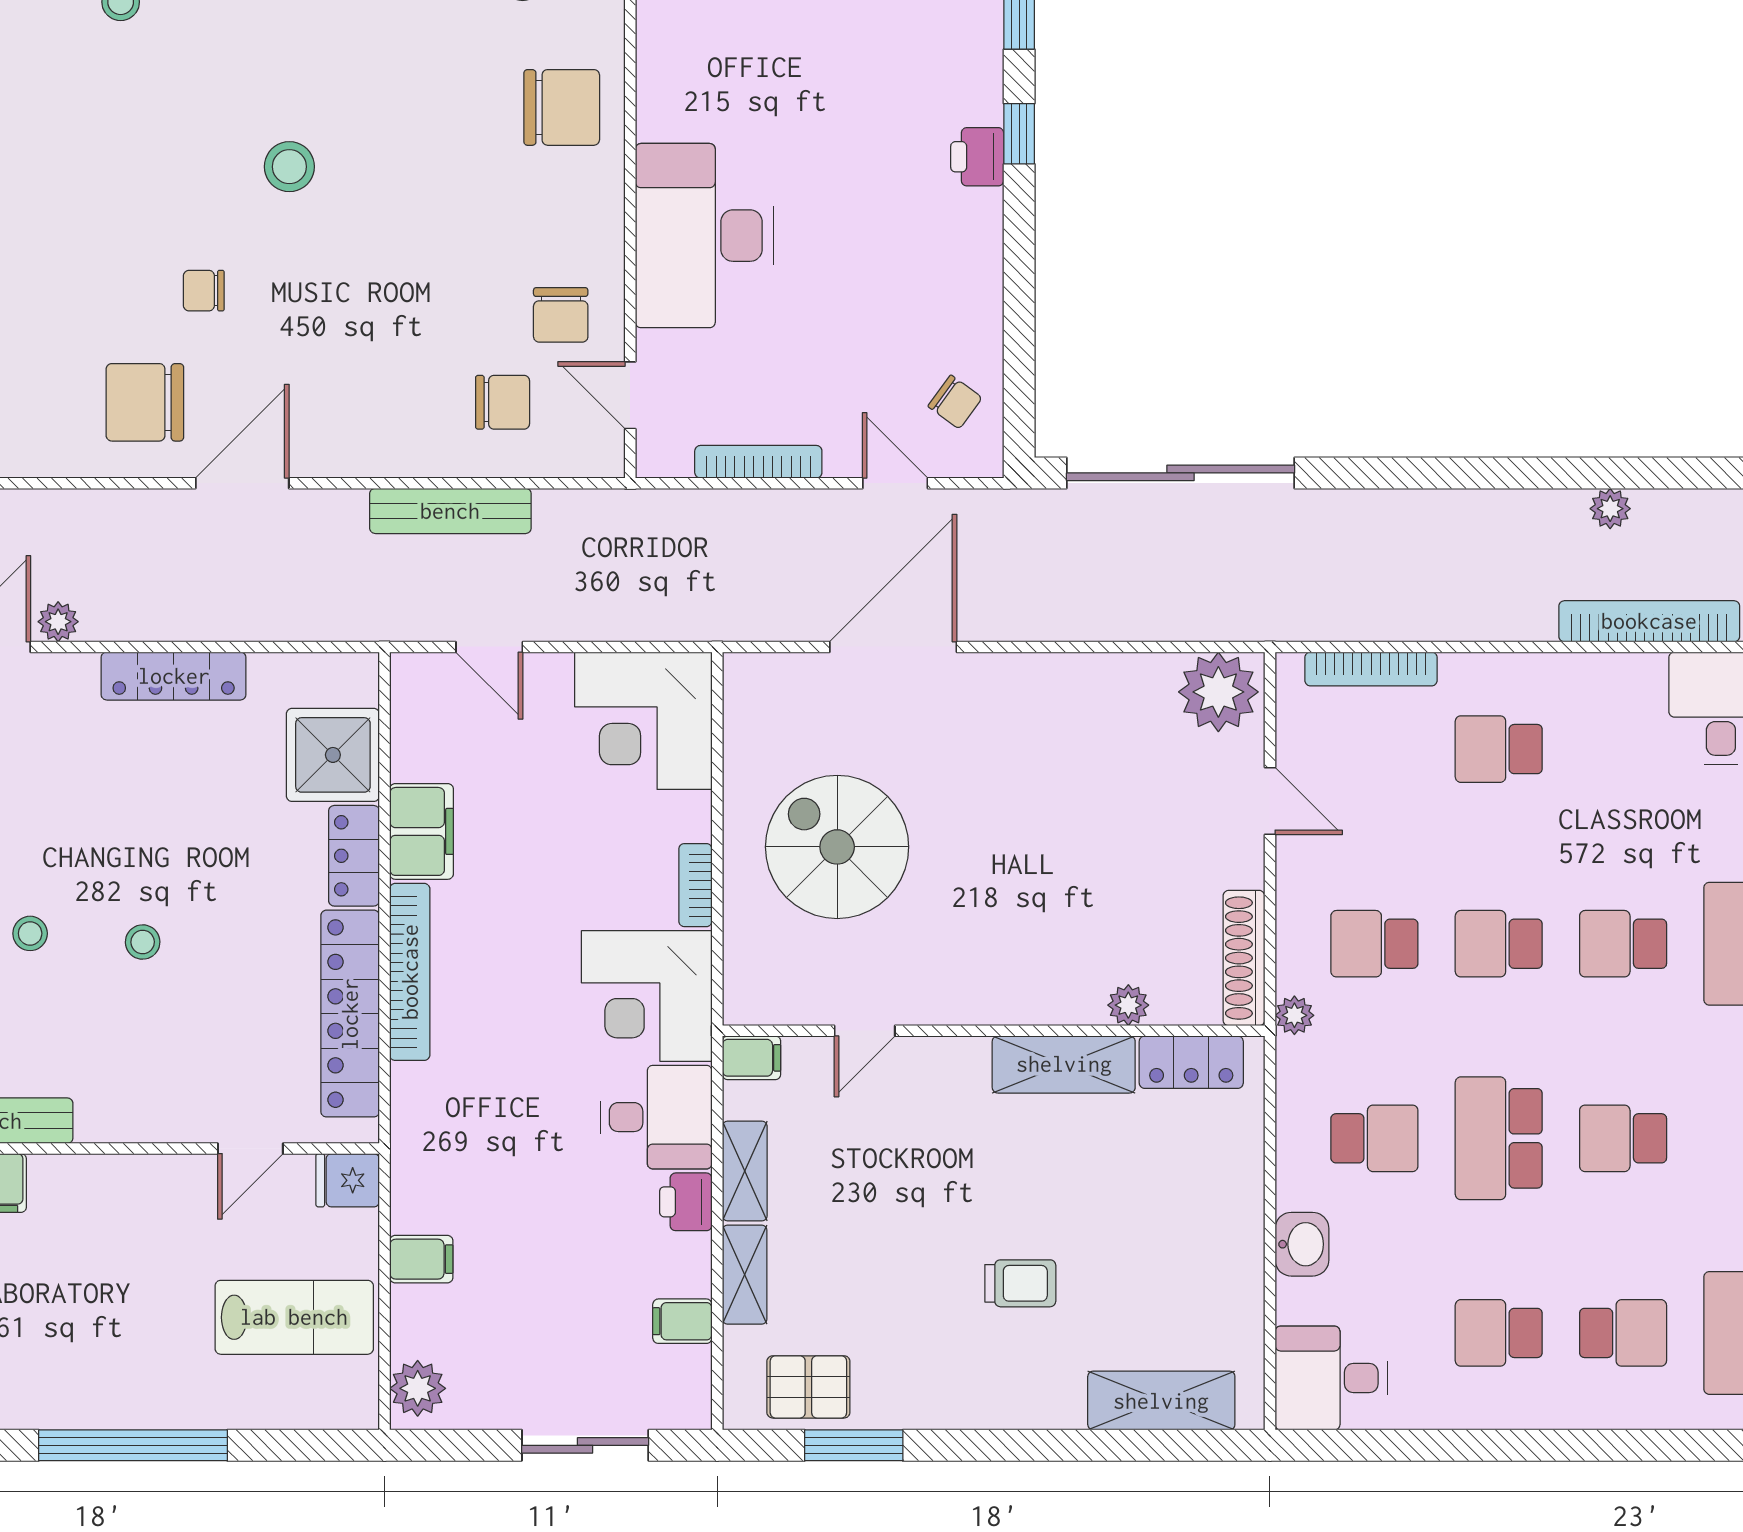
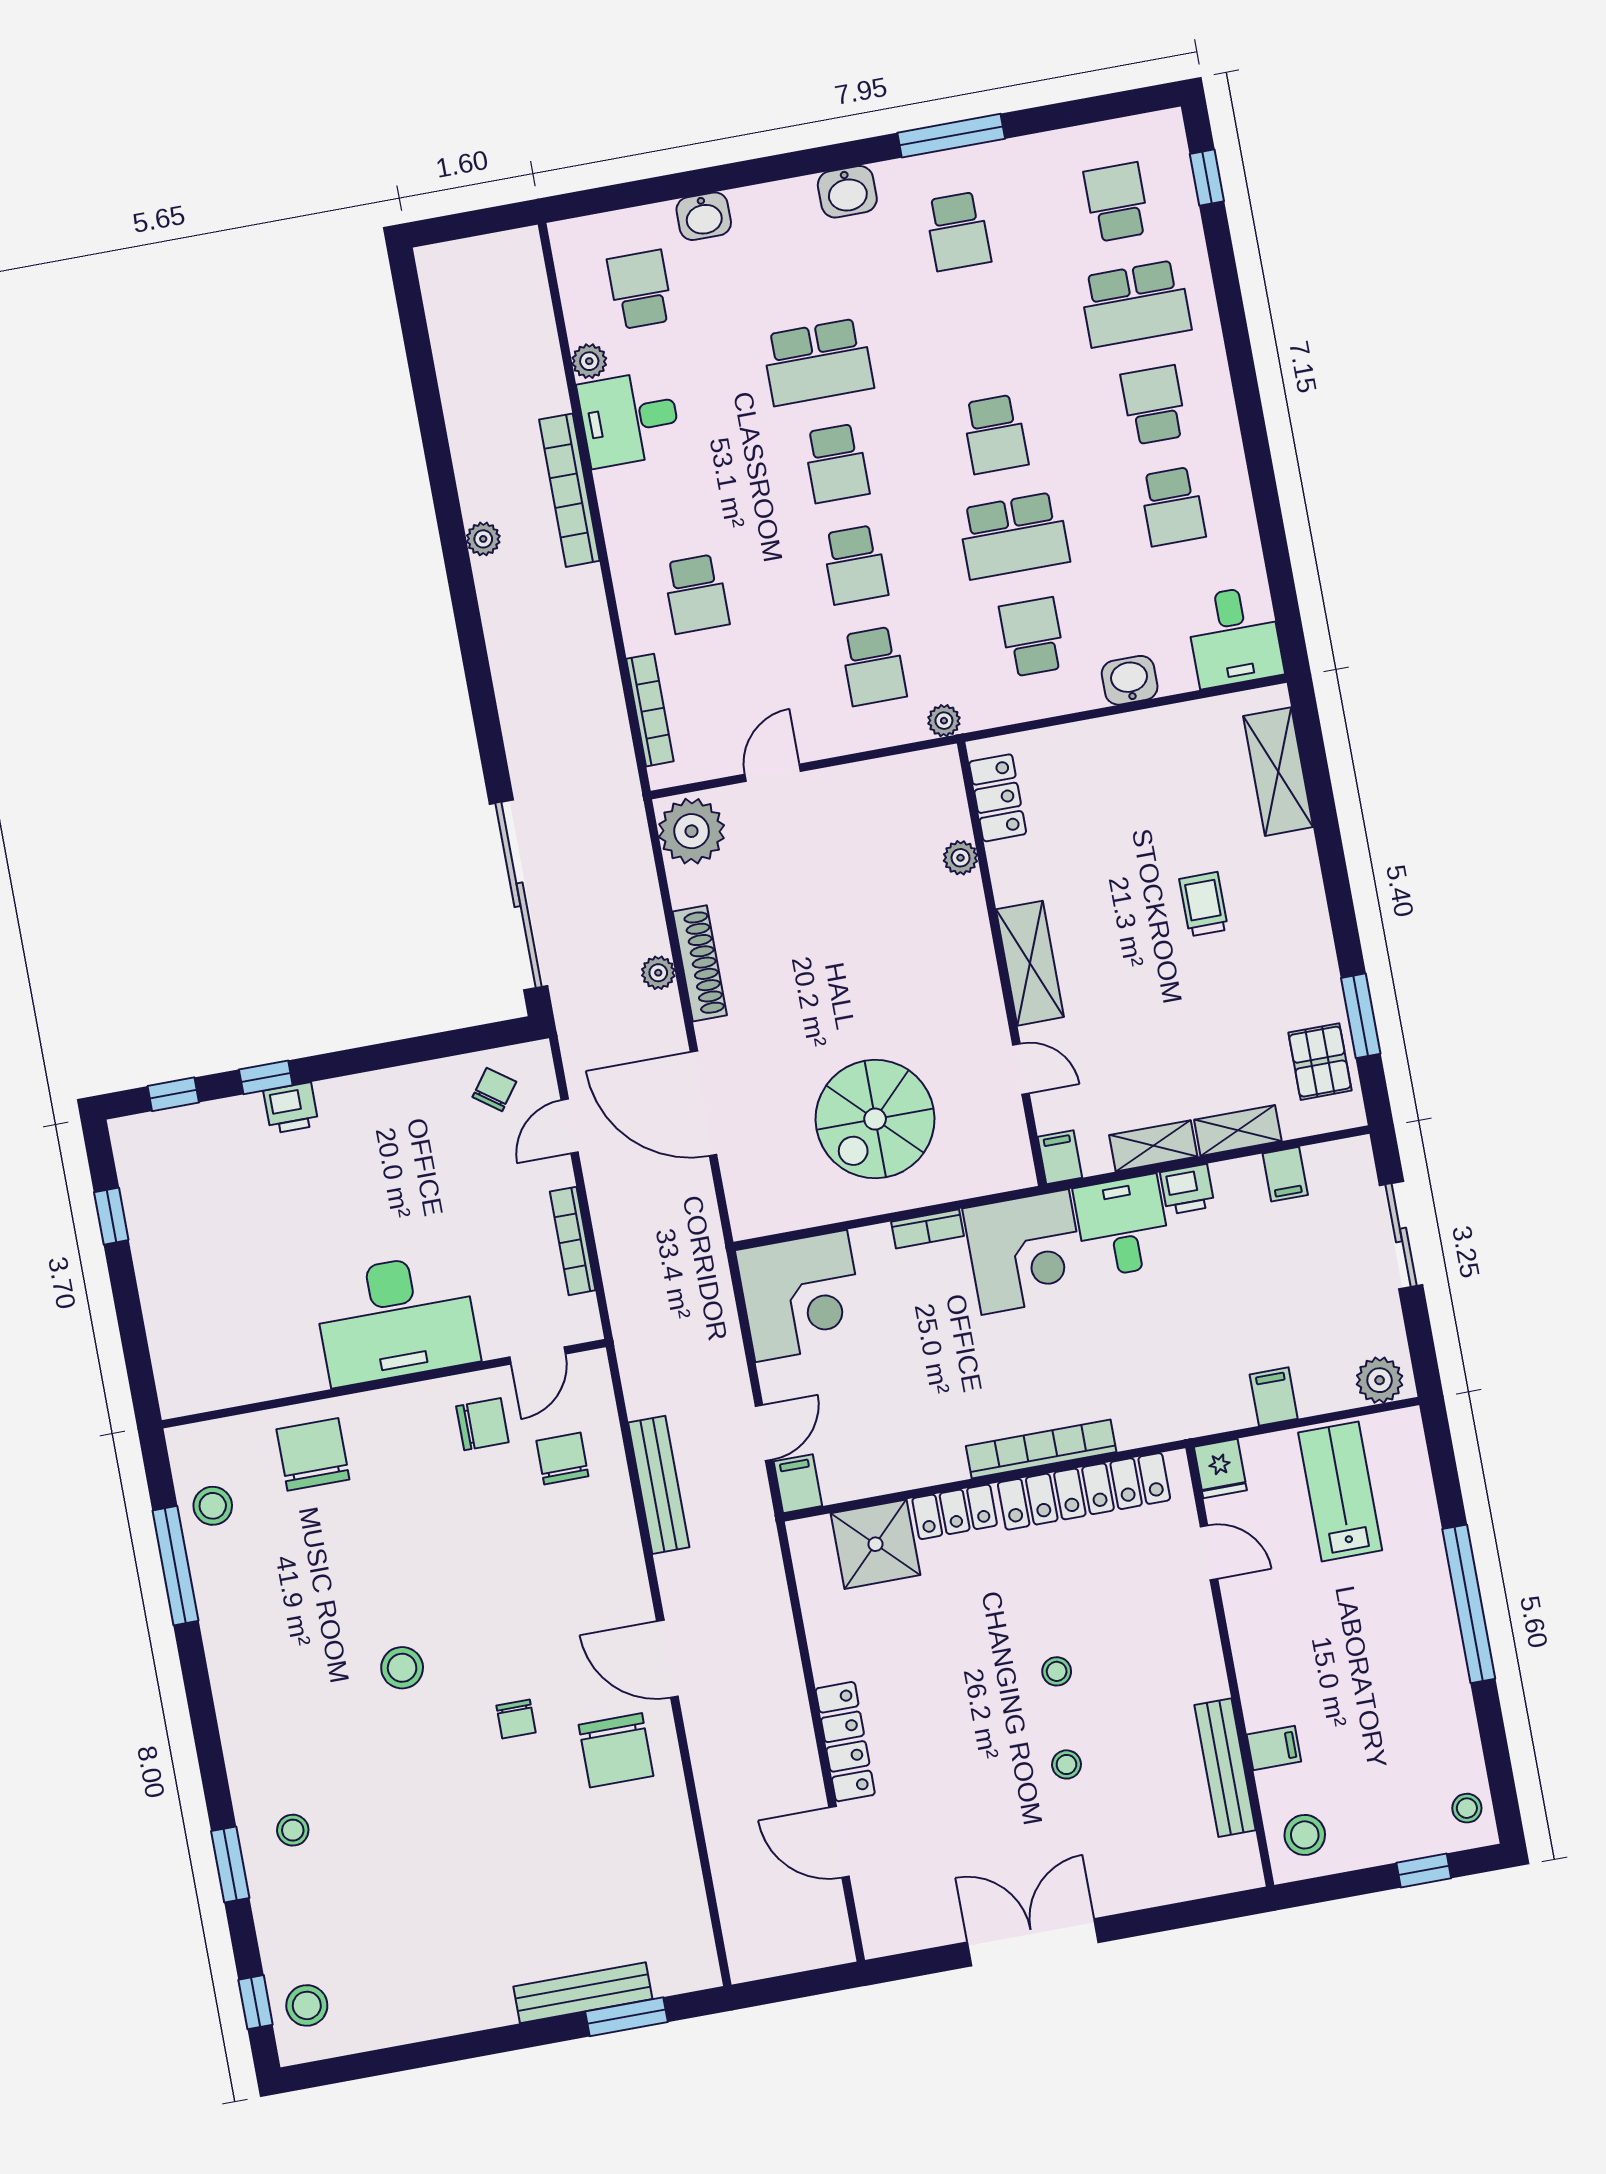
plant: (58, 622) -> (658, 973), moved
locker: (174, 676) -> (845, 1742), moved
filing cabinet: (422, 831) -> (798, 1484), moved, width x0.50
shoe rack: (1244, 958) -> (700, 963), moved, turned -90
shelving: (1064, 1064) -> (1030, 963), moved

